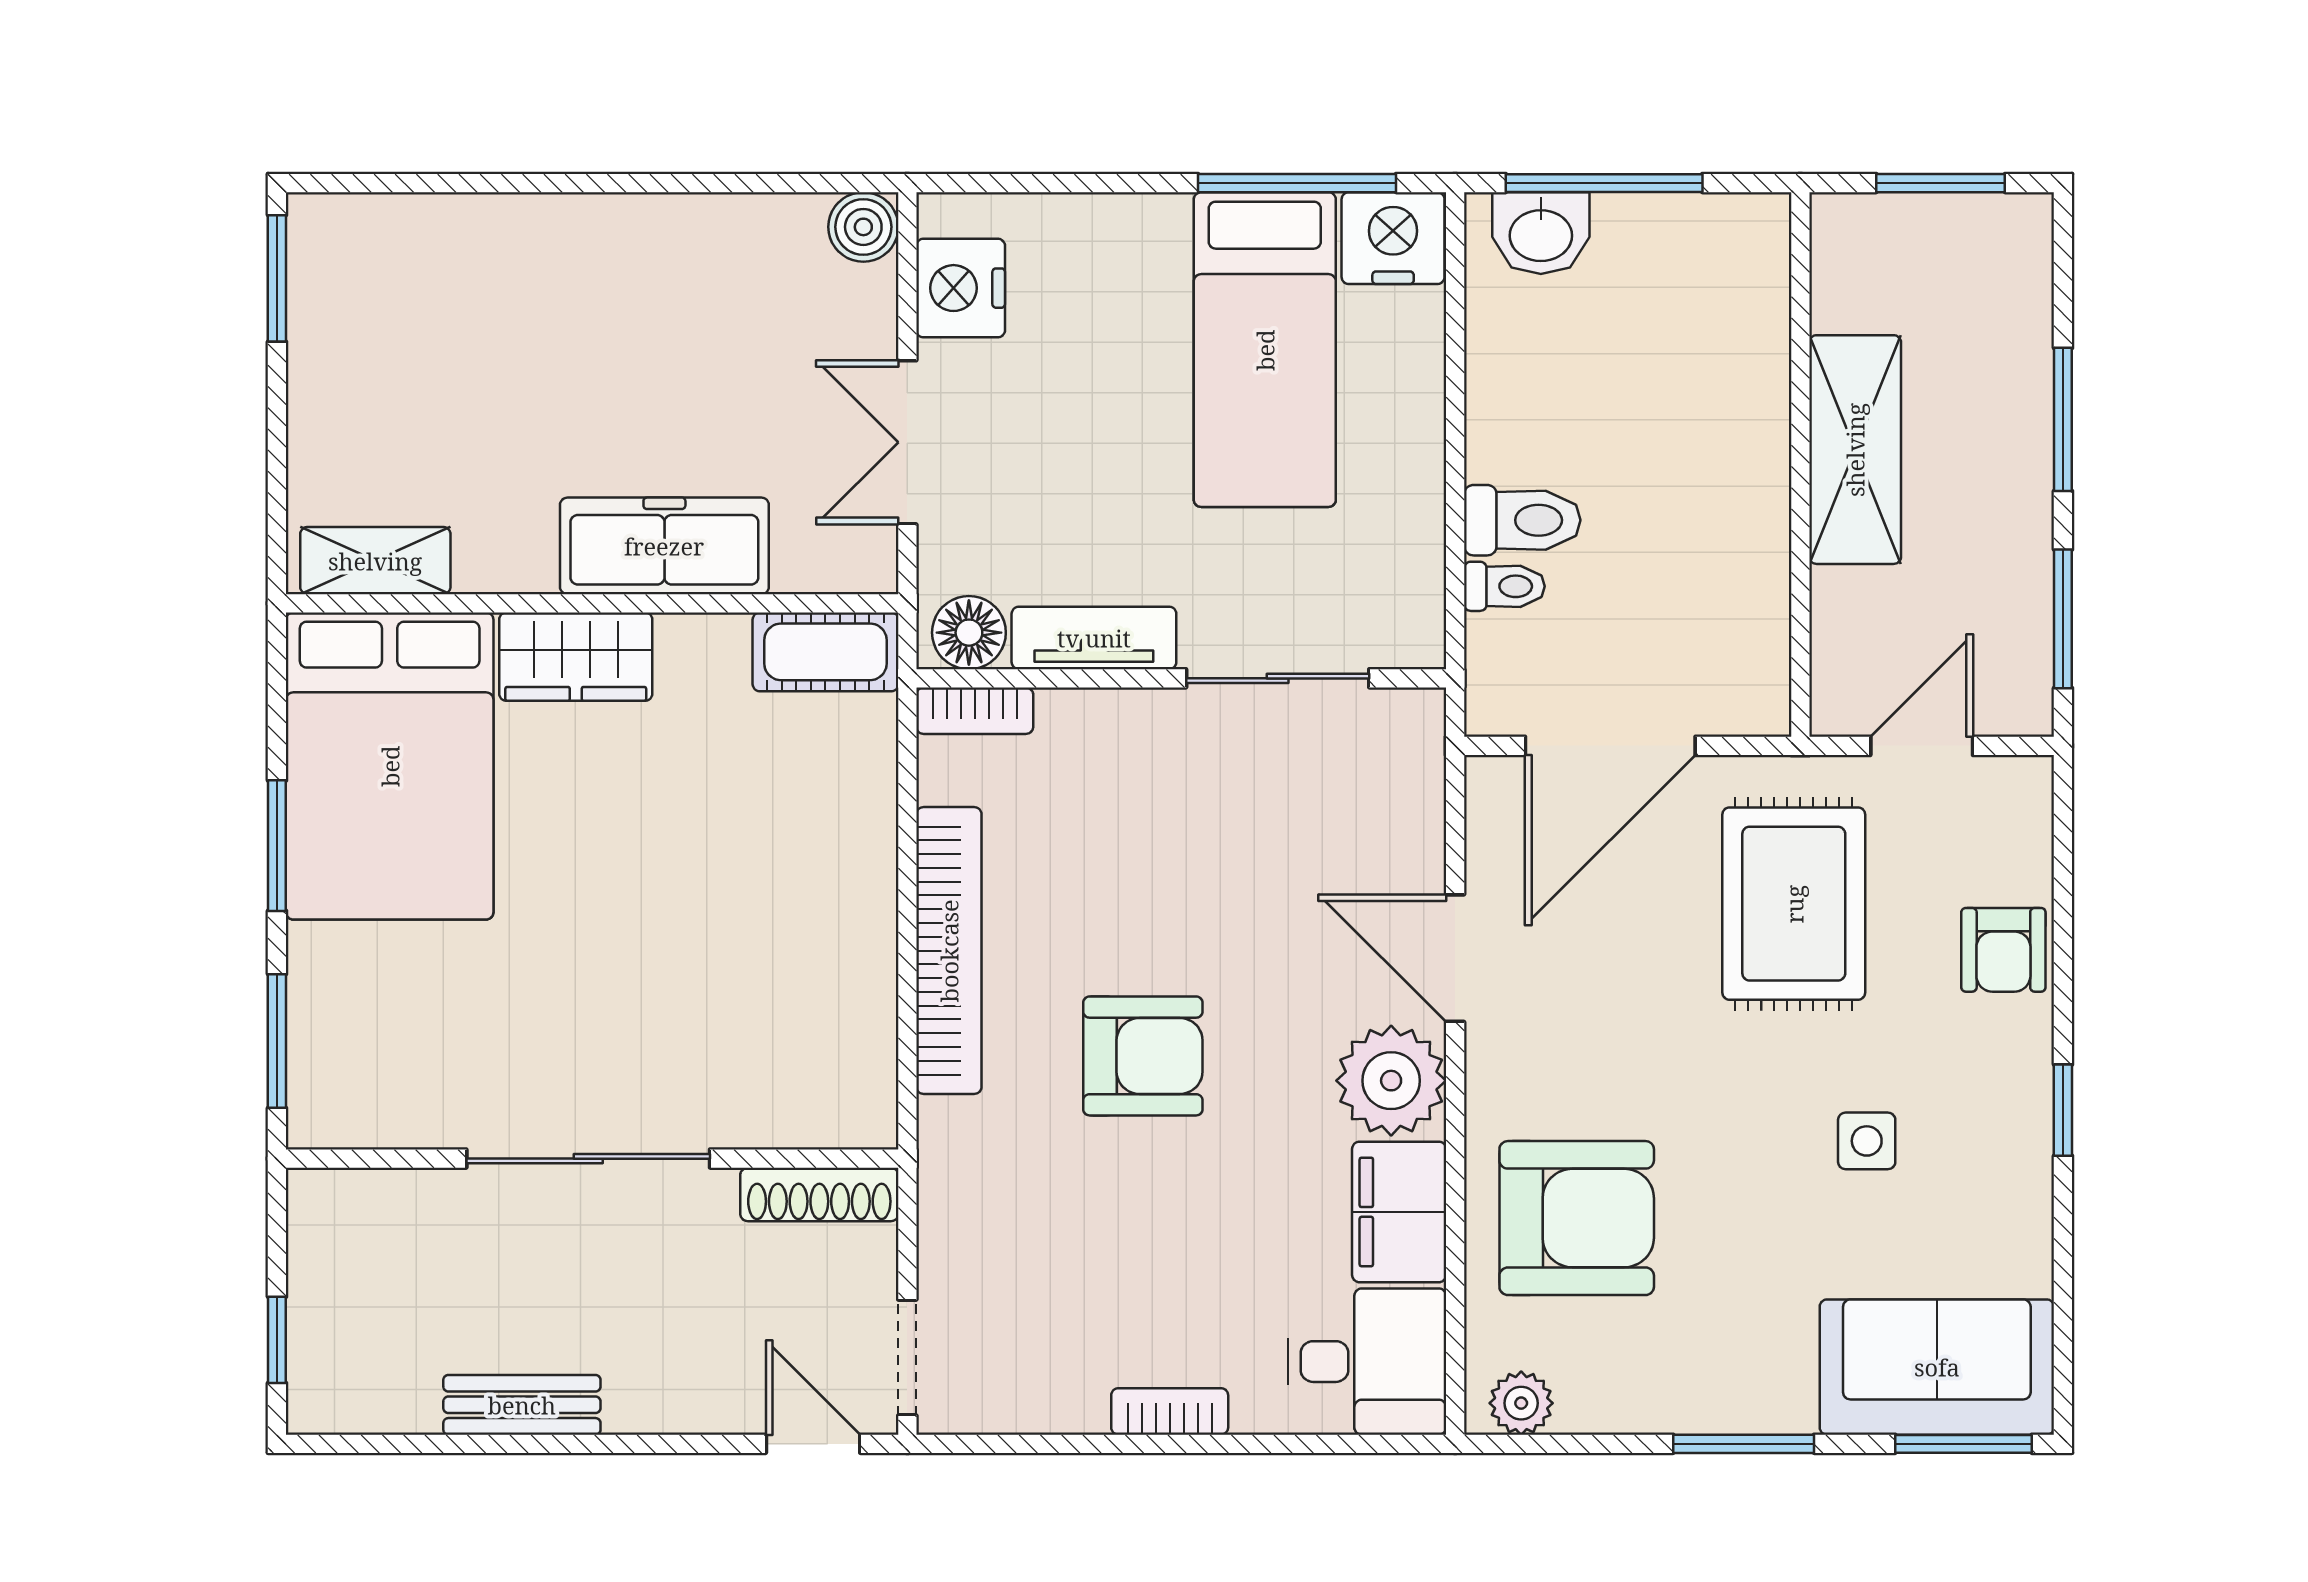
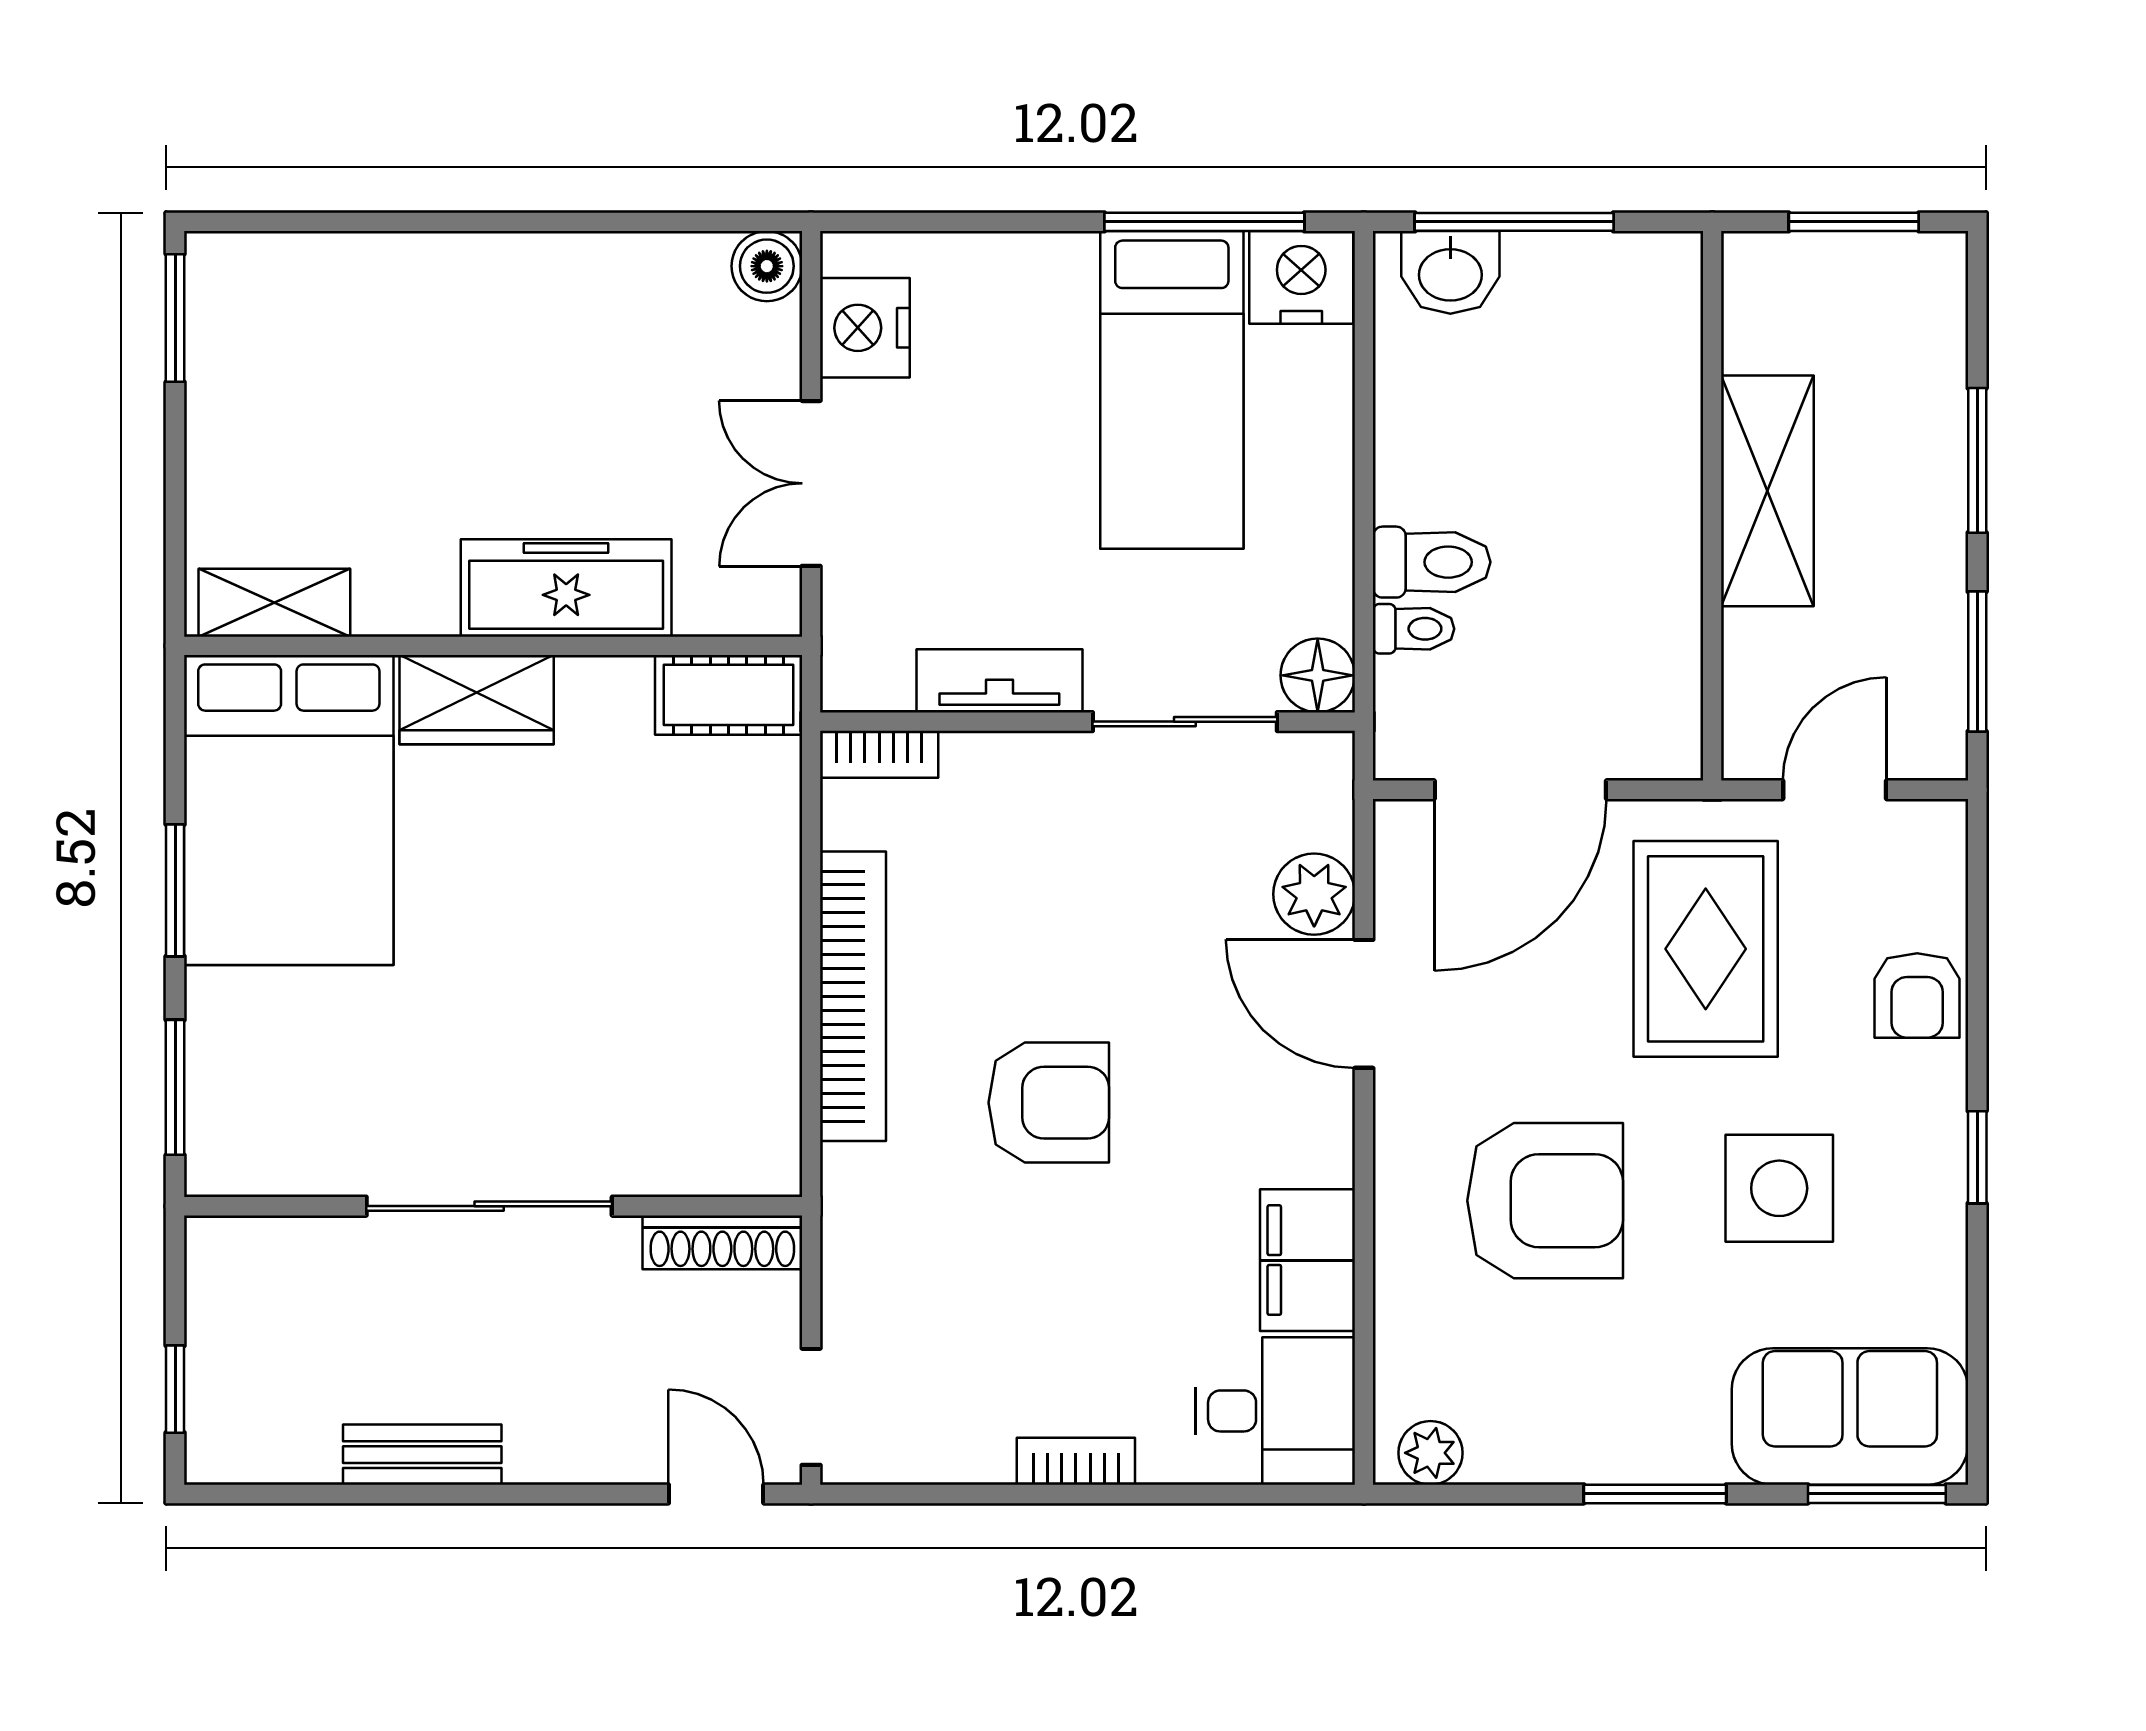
floor lamp: (969, 633) -> (1318, 675), moved
plant: (1391, 1081) -> (1314, 894), moved, width x0.73, depth x0.73
side table: (1867, 1141) -> (1779, 1188), width x1.87, depth x1.87
armchair: (1577, 1218) -> (1545, 1201), moved

